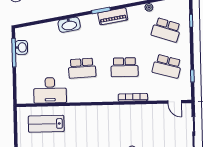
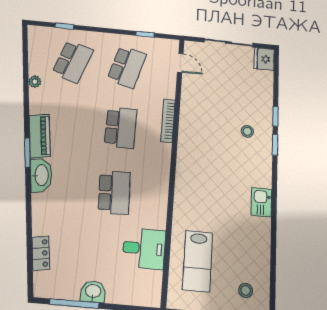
washbasin: (69, 25) -> (41, 175), moved
locker: (40, 29) -> (41, 253), added
washbasin: (21, 47) -> (93, 292), moved
desk: (50, 90) -> (144, 248), width x0.73
door: (175, 102) -> (180, 63), hinge flipped

